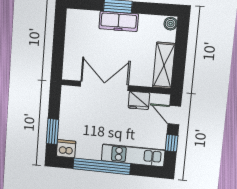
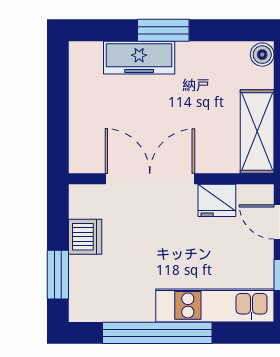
freezer: (119, 21) -> (139, 58), moved
dishwasher: (66, 149) -> (85, 237), moved, turned 90

